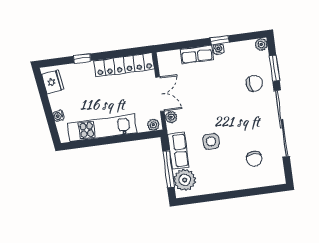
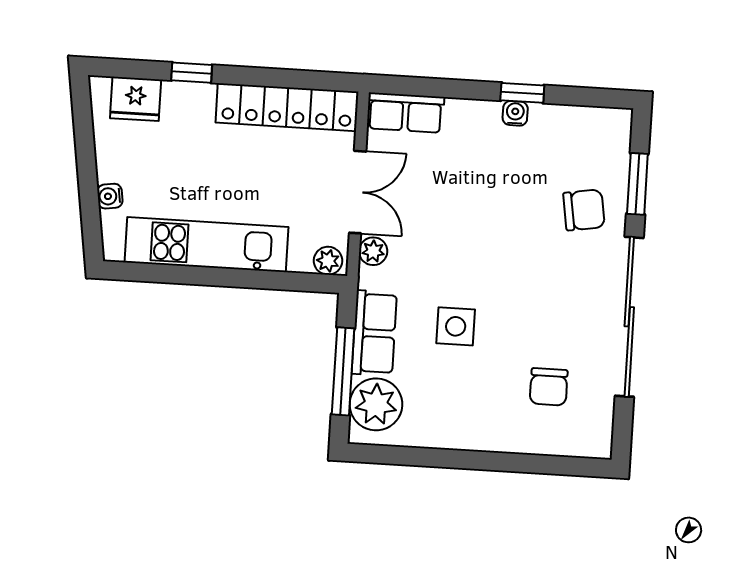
plant: (261, 44) -> (618, 122), removed
row of seats: (197, 54) -> (406, 113), moved
fridge: (53, 82) -> (136, 99), moved, turned 98

